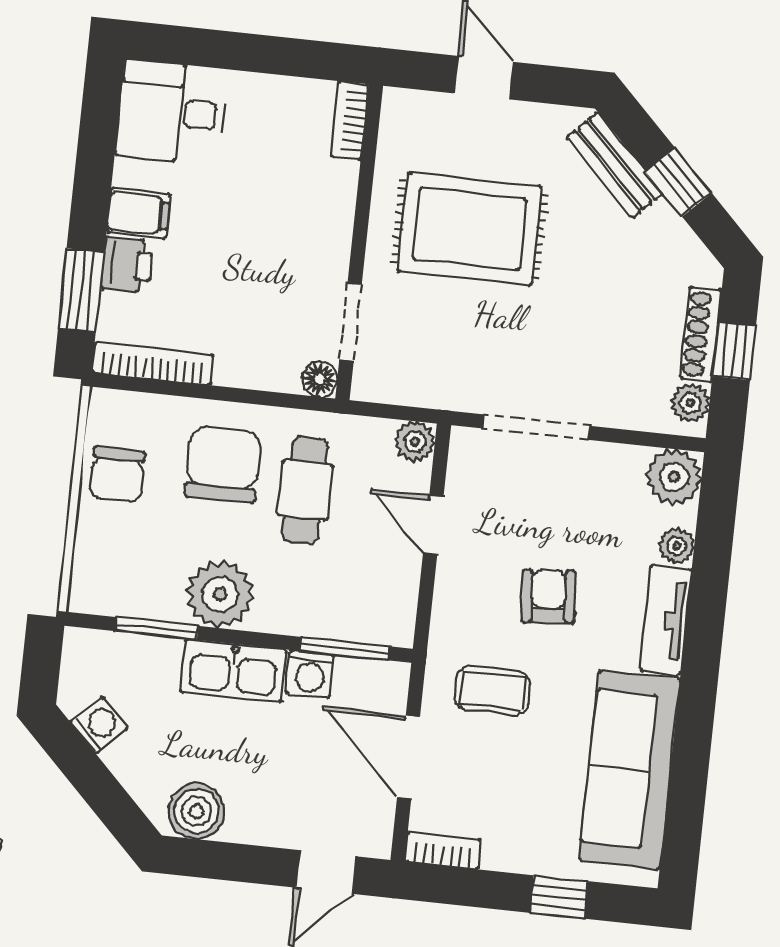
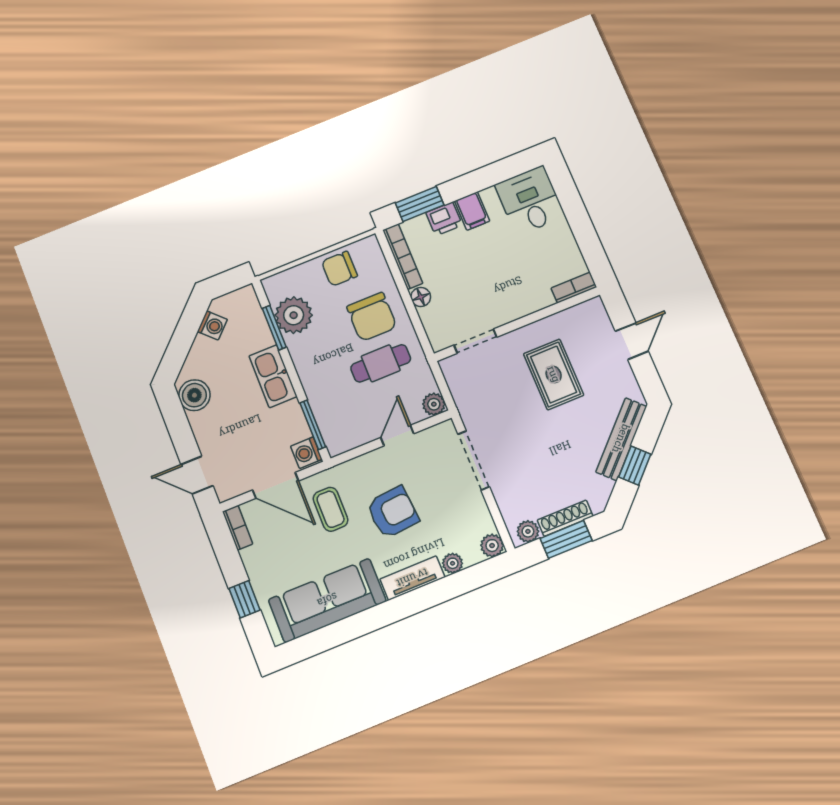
bench: (615, 165) -> (621, 439), width x1.36
rug: (470, 229) -> (554, 374), width x0.73, depth x0.70
window: (734, 351) -> (566, 539), width x1.50
floor lamp: (320, 379) -> (421, 297), moved
chair: (223, 465) -> (372, 317), turned 90
plant: (674, 477) -> (492, 546), width x0.73, depth x0.73
plant: (220, 594) -> (294, 315), moved
armchair: (549, 596) -> (393, 512), width x1.38, depth x1.38
washing machine: (310, 674) -> (306, 453), moved
door: (408, 757) -> (275, 485), swing flipped

